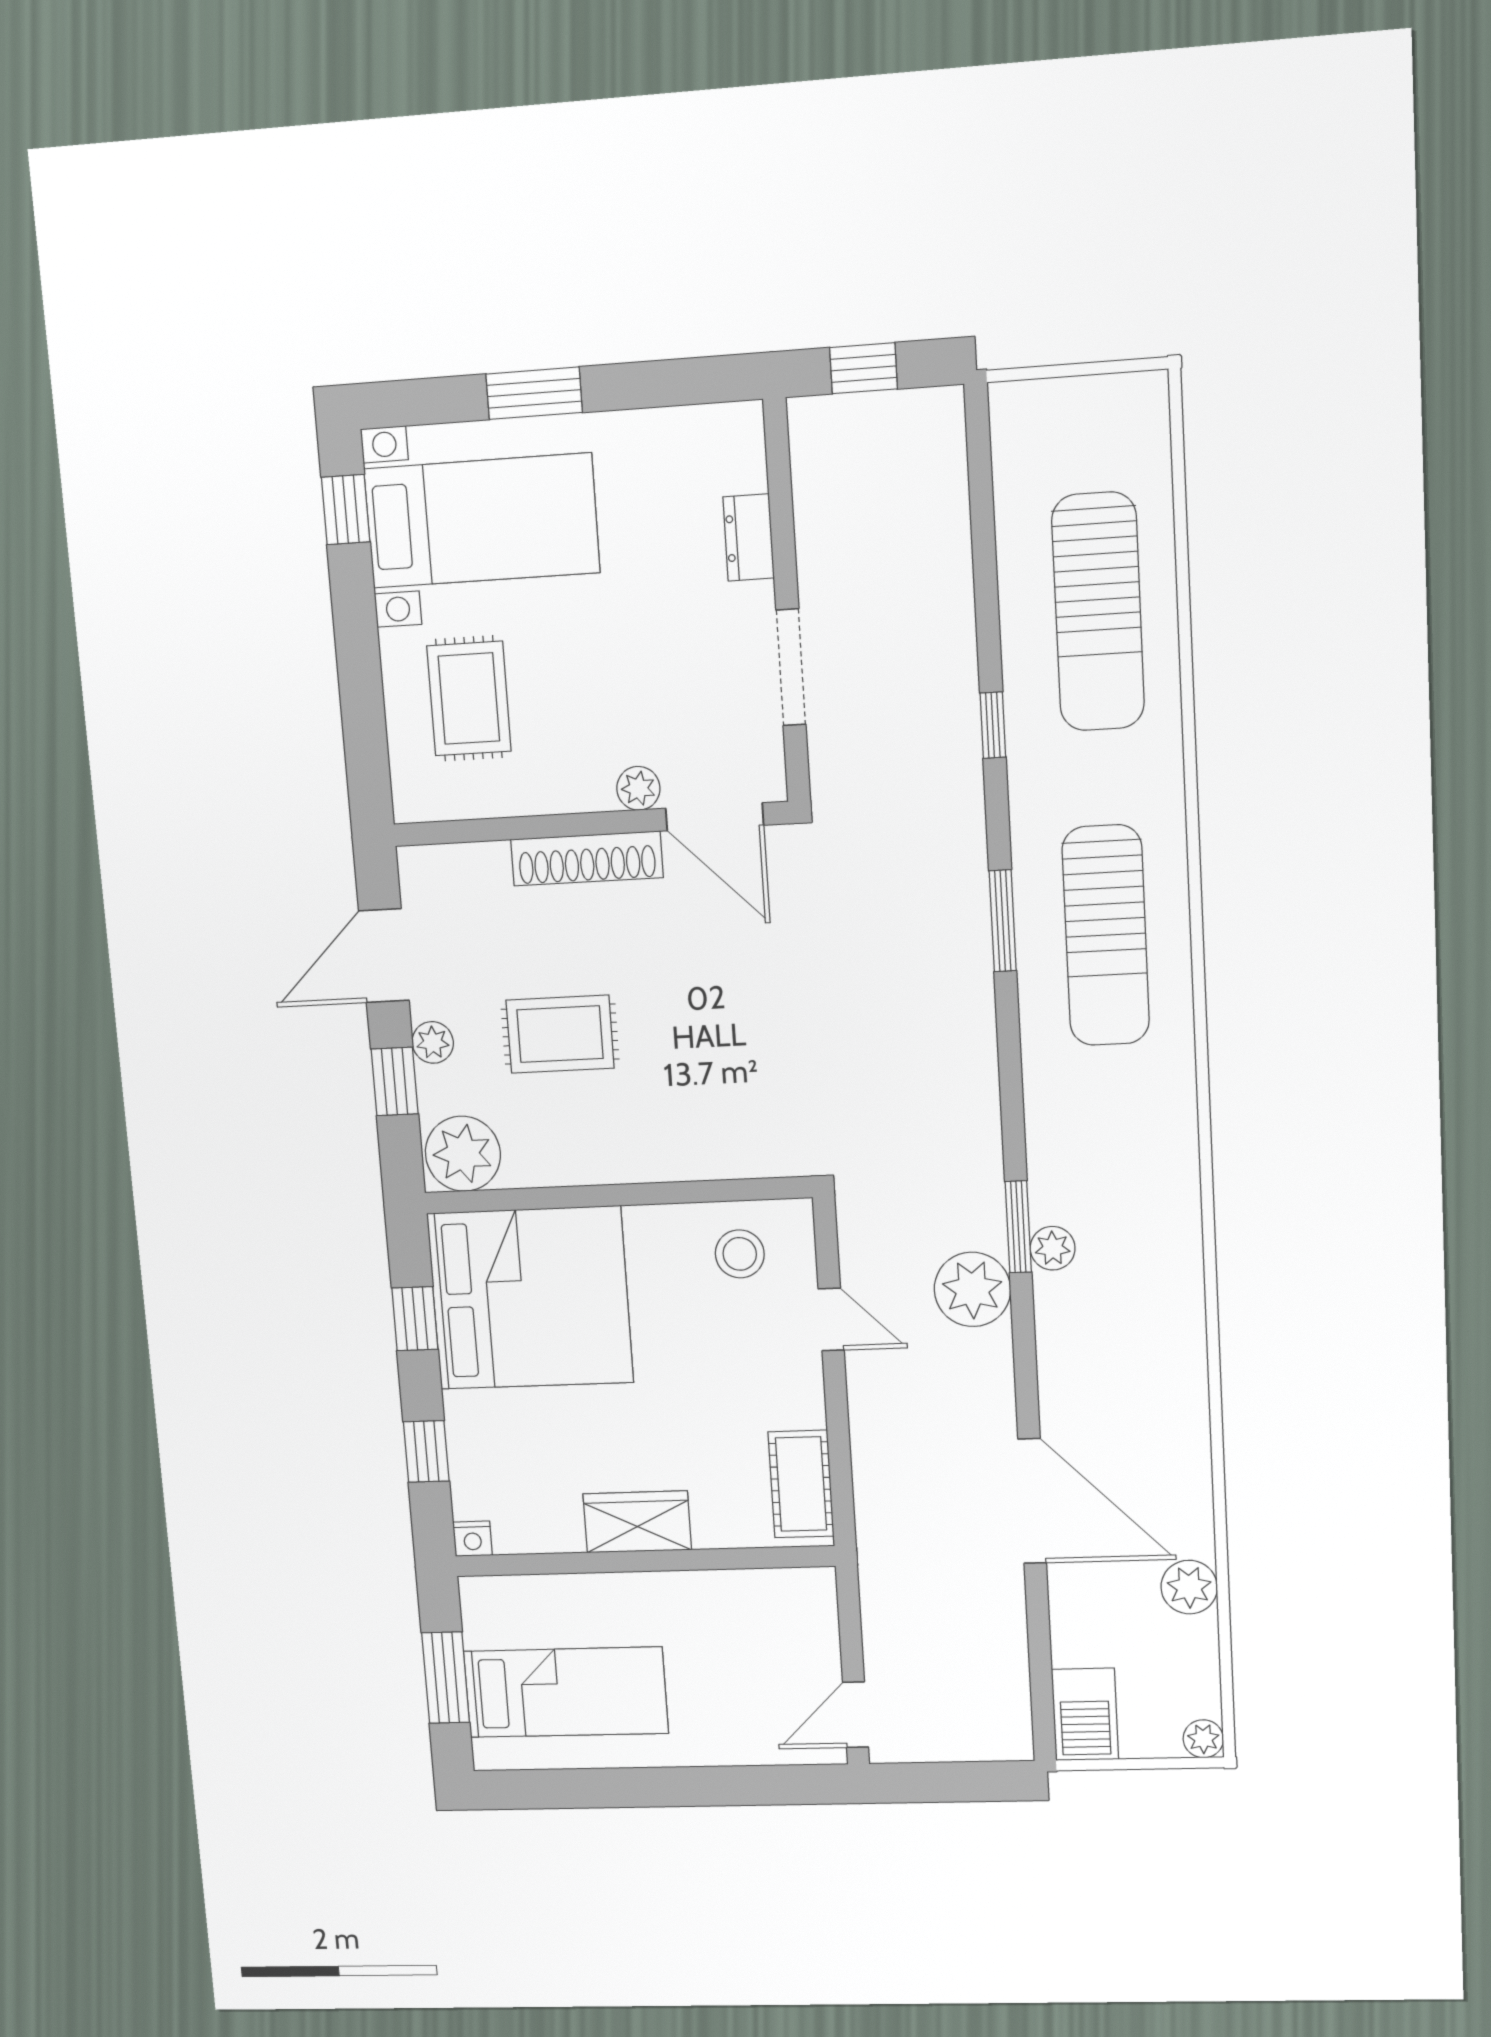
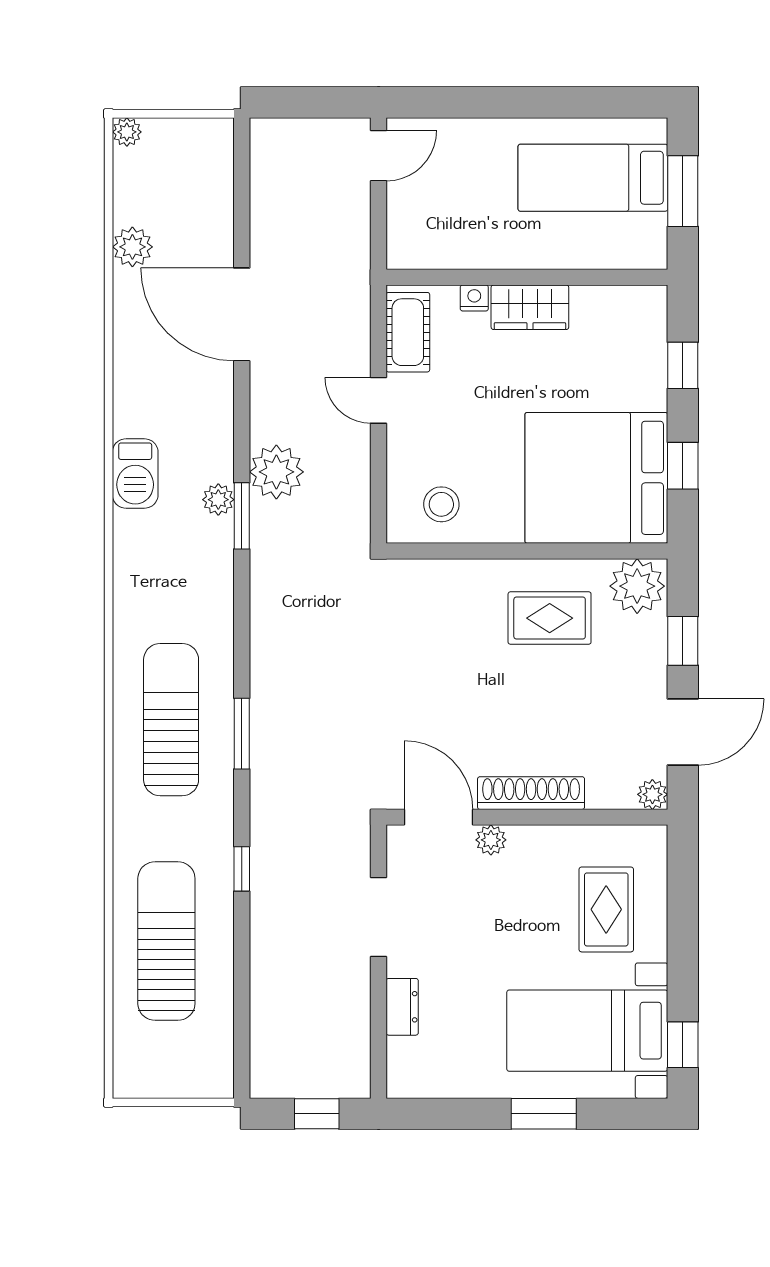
rug: (560, 1034) -> (550, 618), moved
plant: (433, 1042) -> (652, 794), moved
door: (831, 1319) -> (379, 400), moved
nightstand: (472, 1539) -> (474, 298), moved
barbecue: (1085, 1714) -> (135, 473), moved, turned 180

